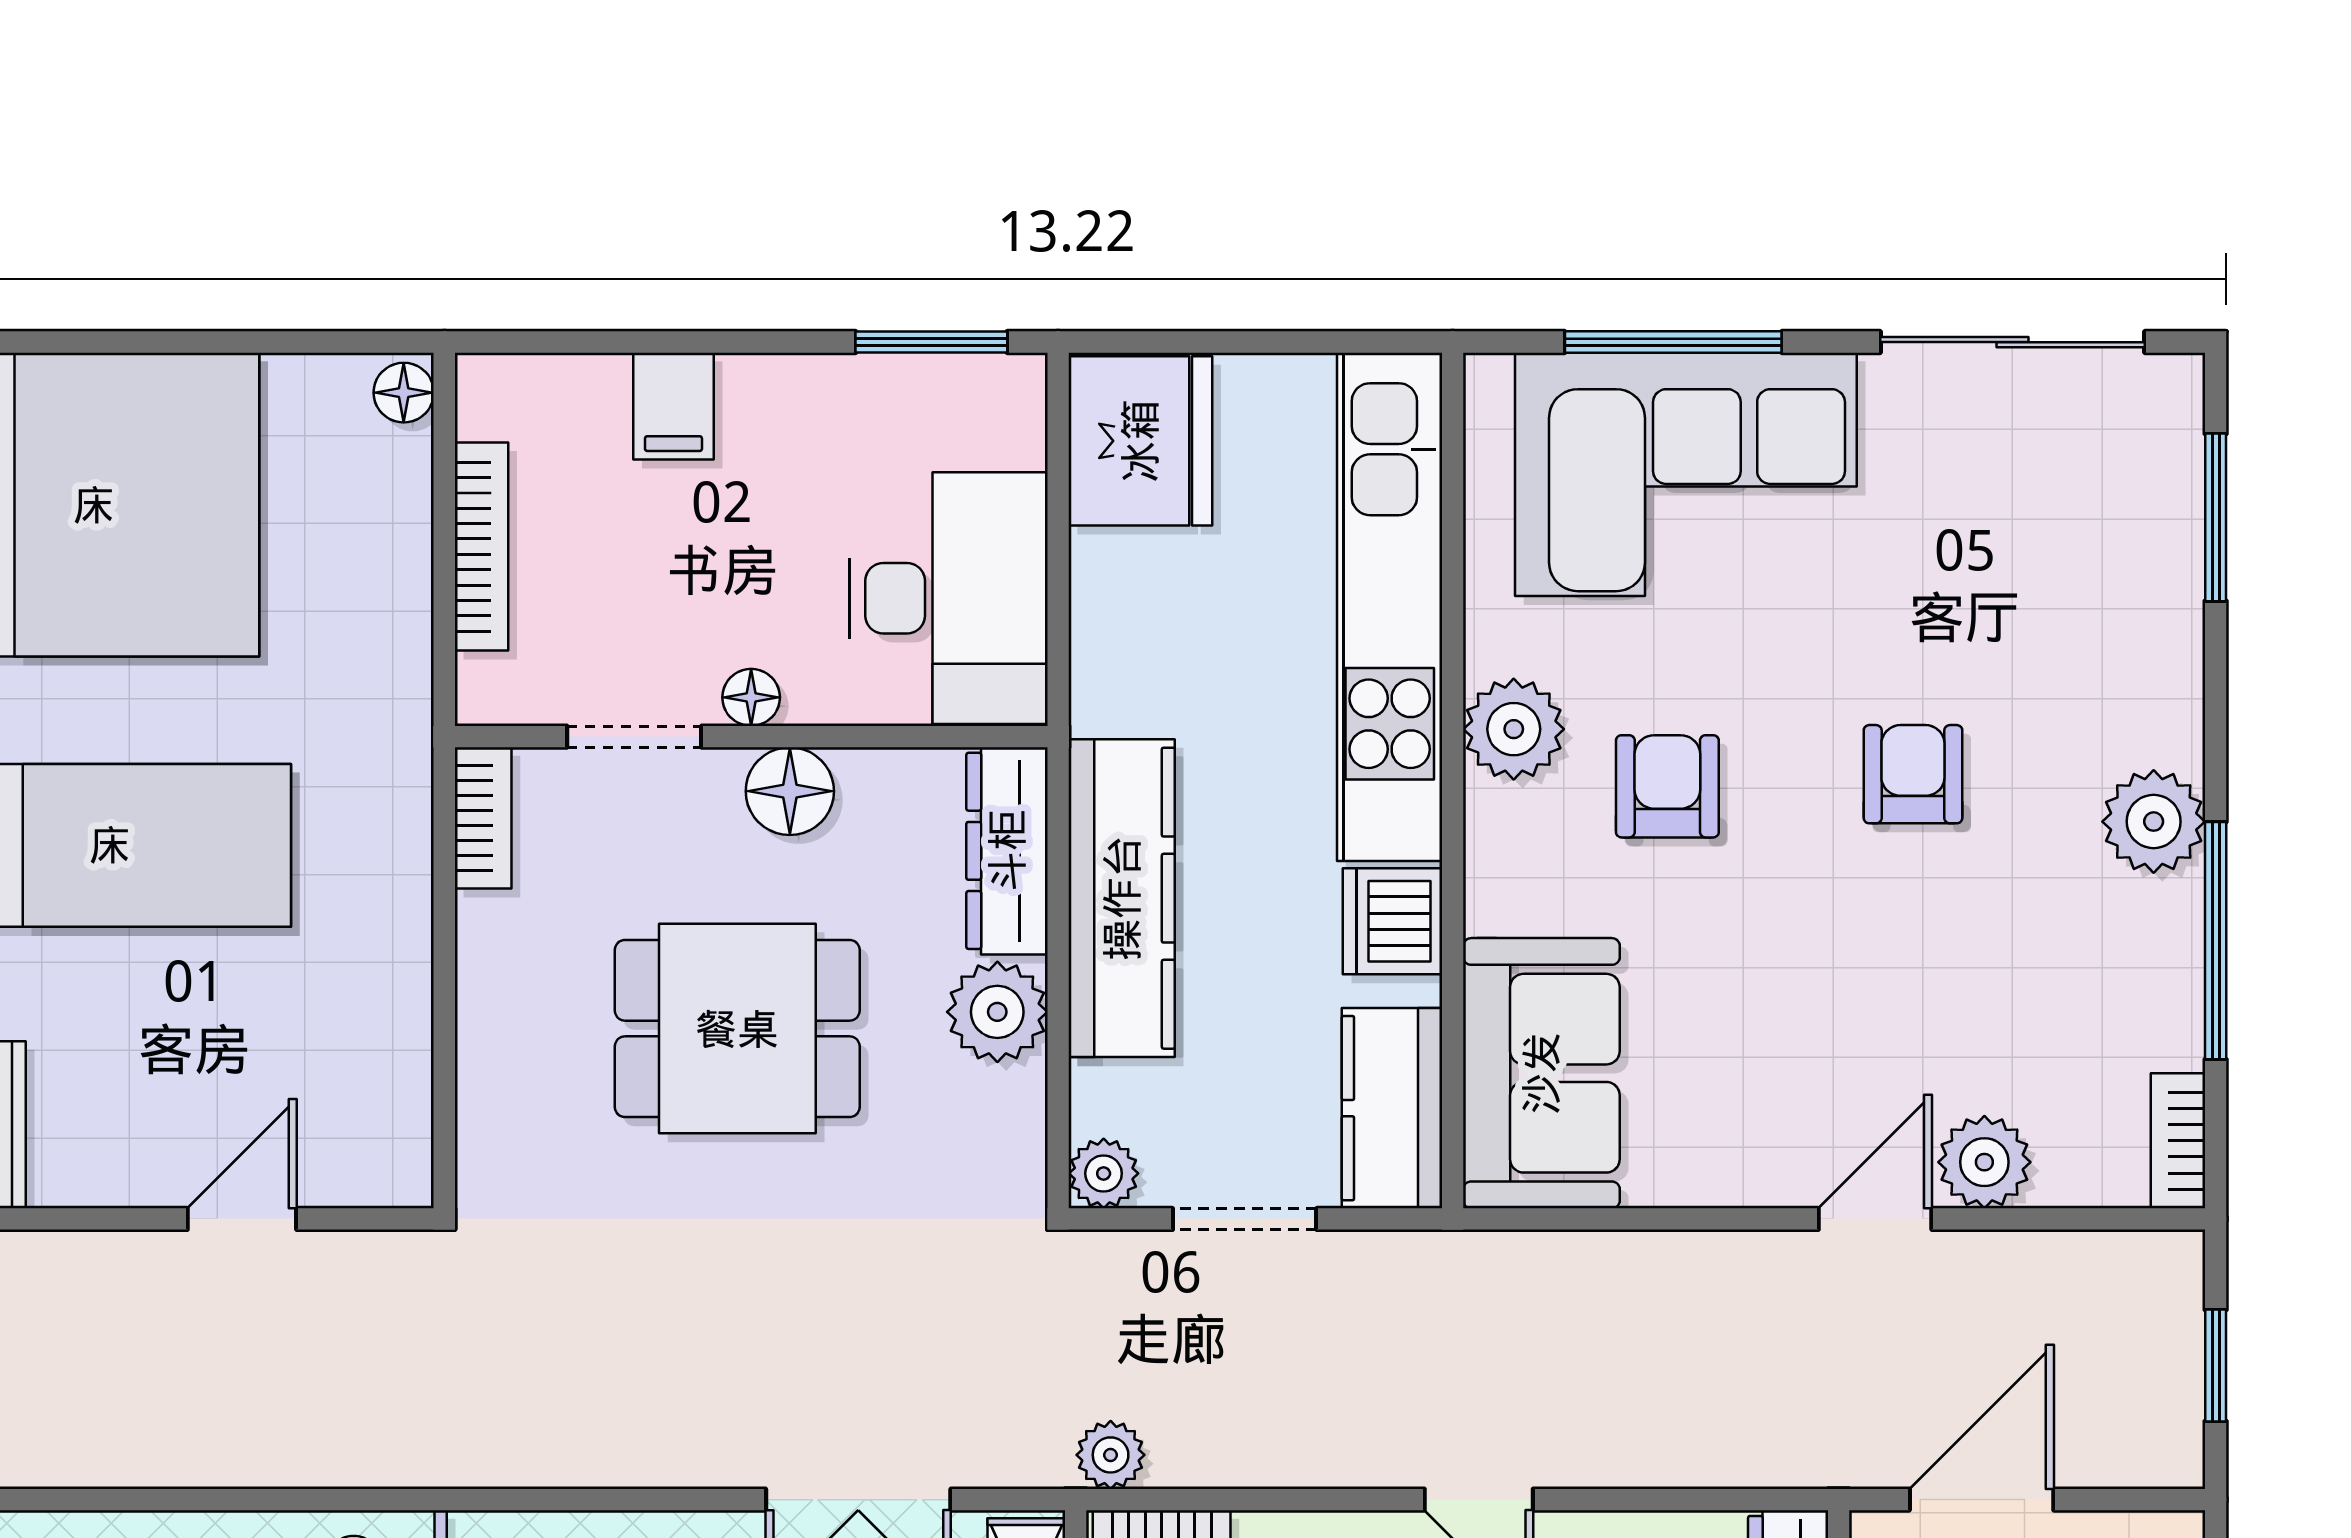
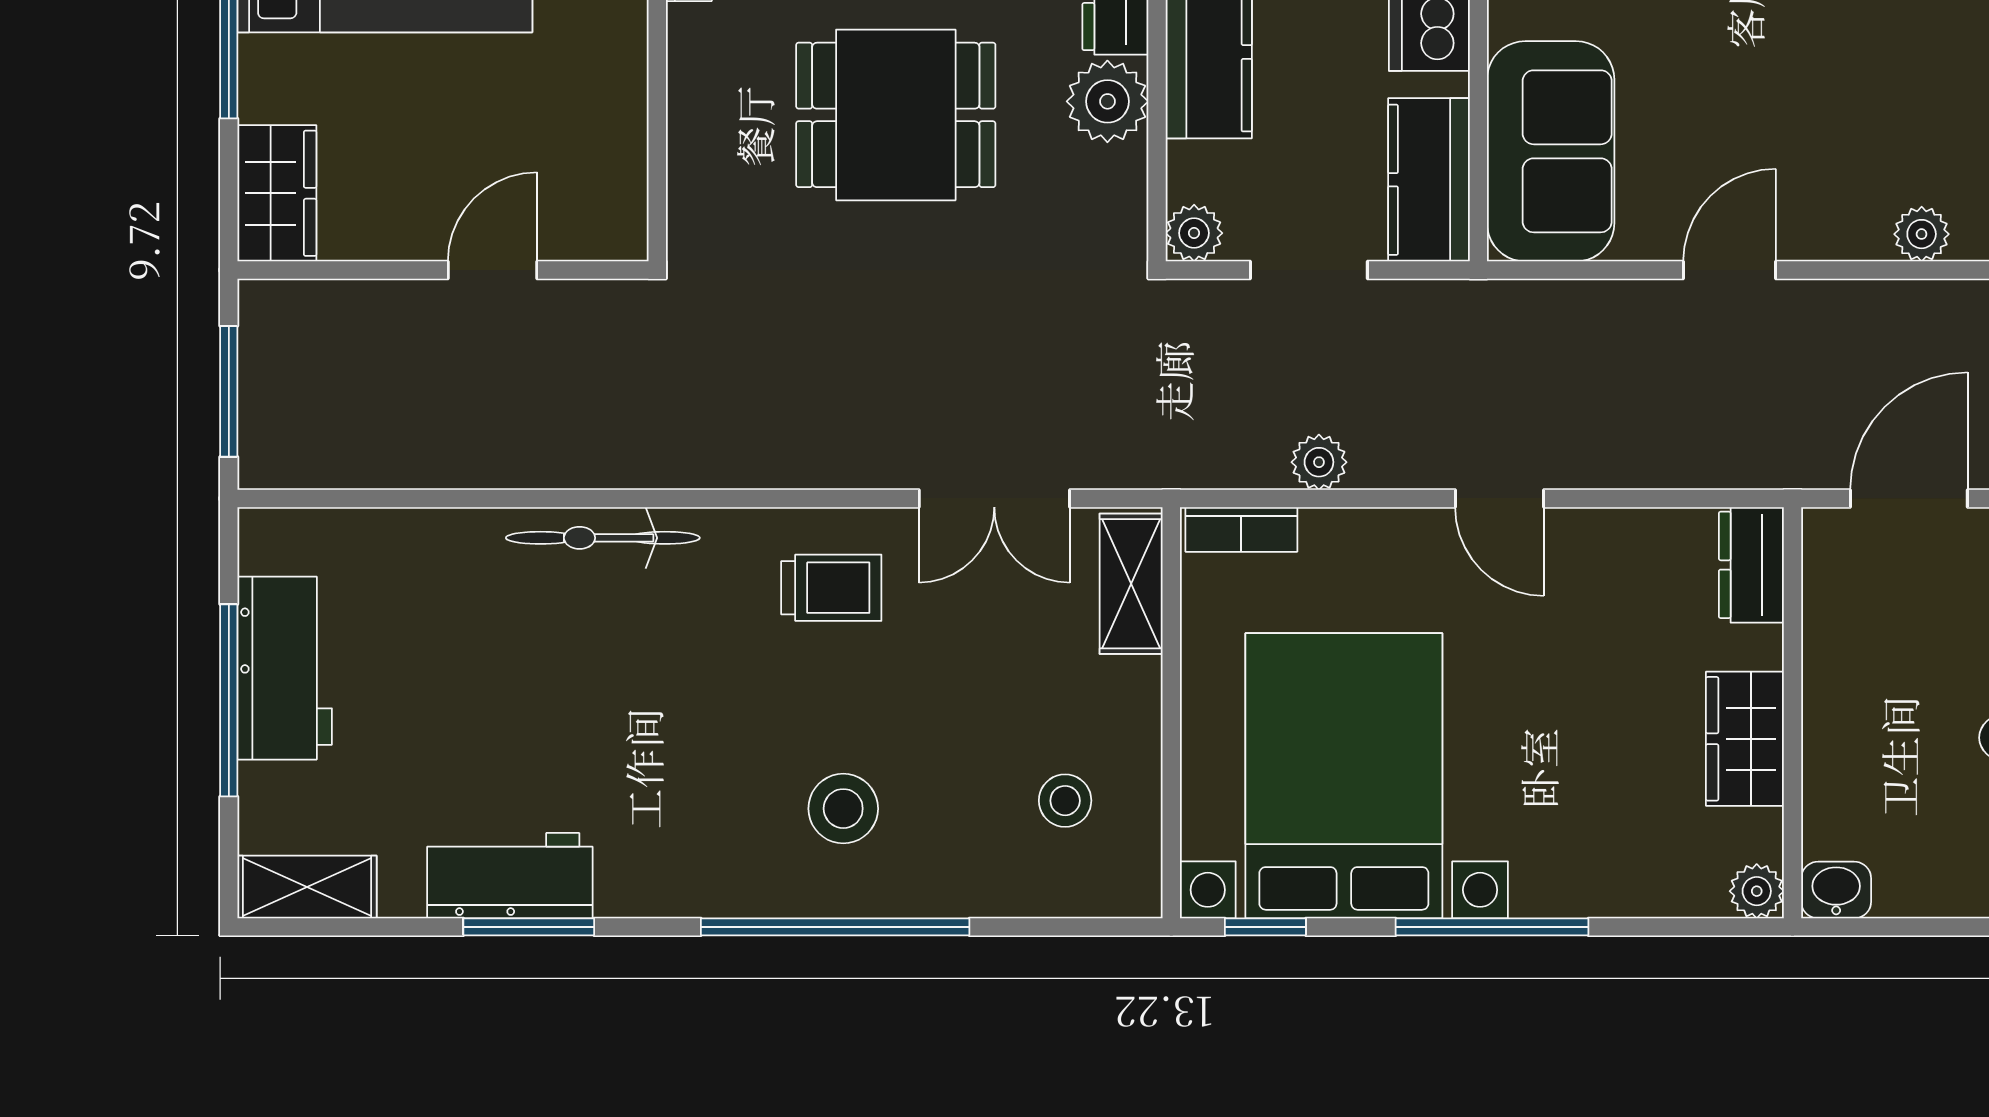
plant: (1984, 1162) -> (1922, 234), width x0.73, depth x0.73
door: (1875, 1219) -> (1730, 270), moved
plant: (1111, 1455) -> (1319, 462), moved

